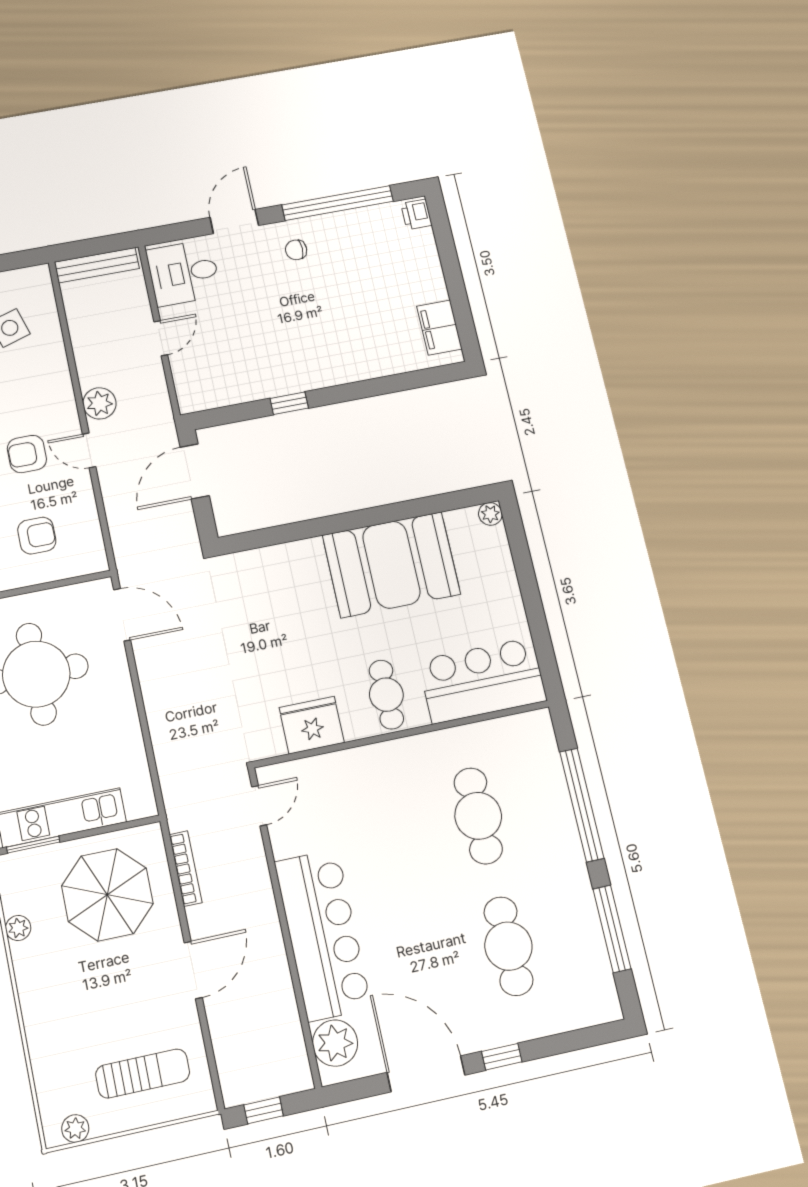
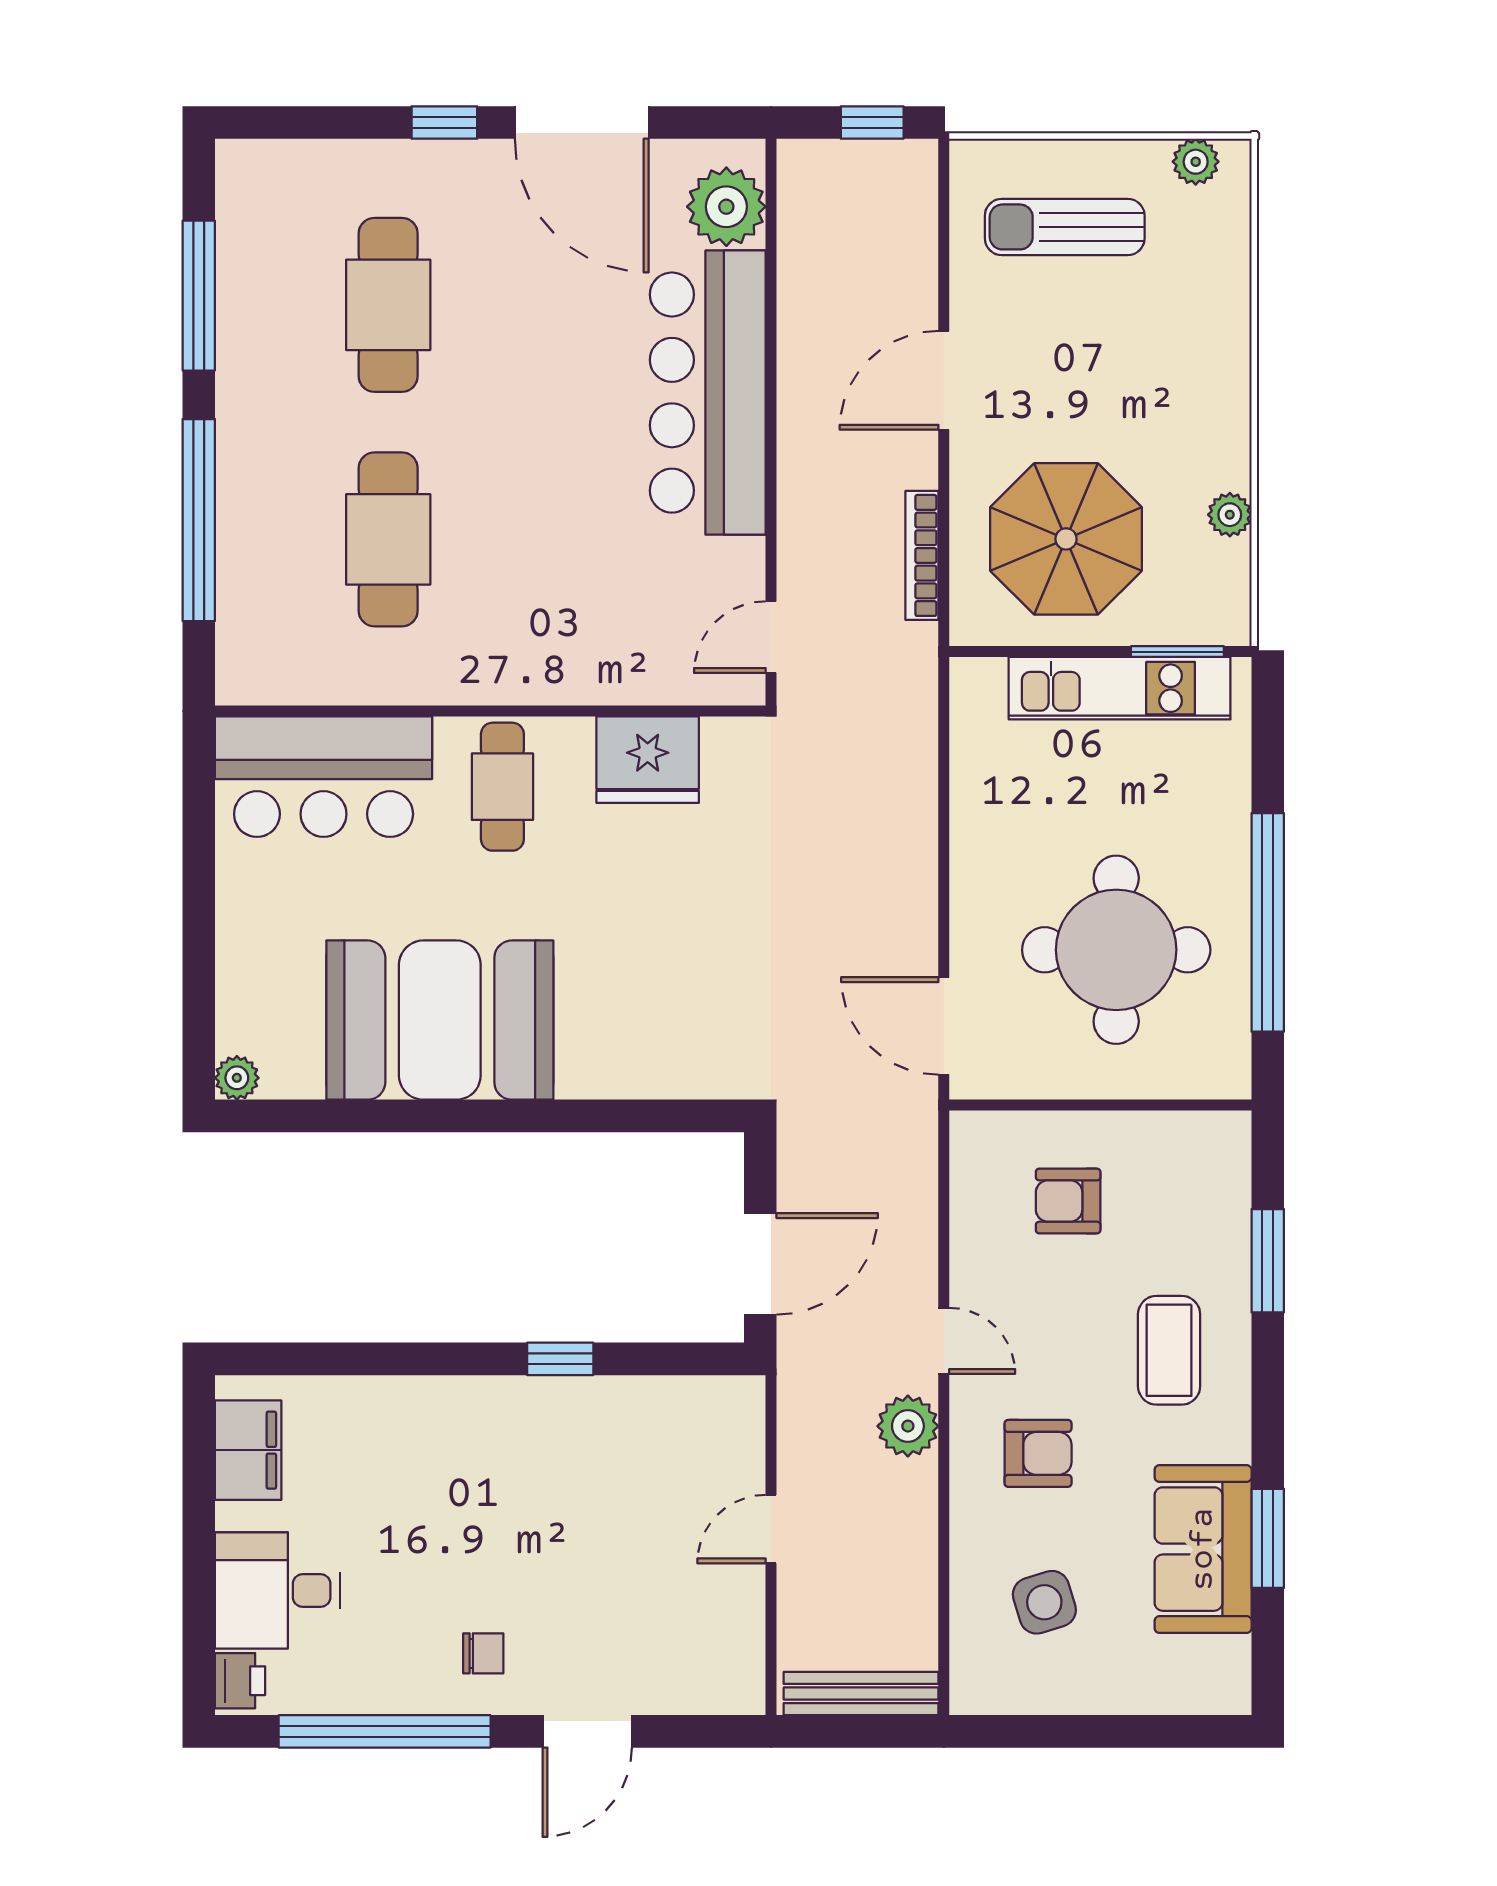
desk: (184, 273) -> (278, 1590), moved, turned 180
armchair: (27, 454) -> (1038, 1453), moved

